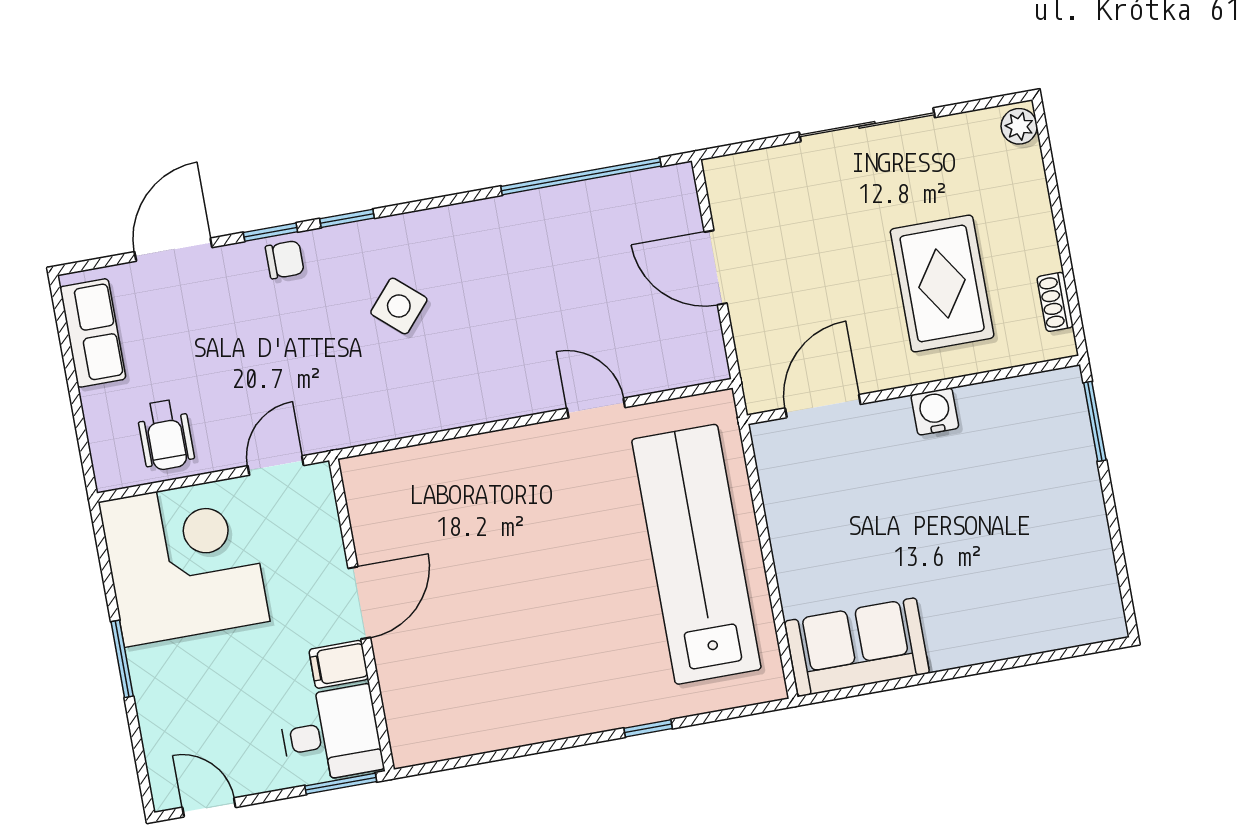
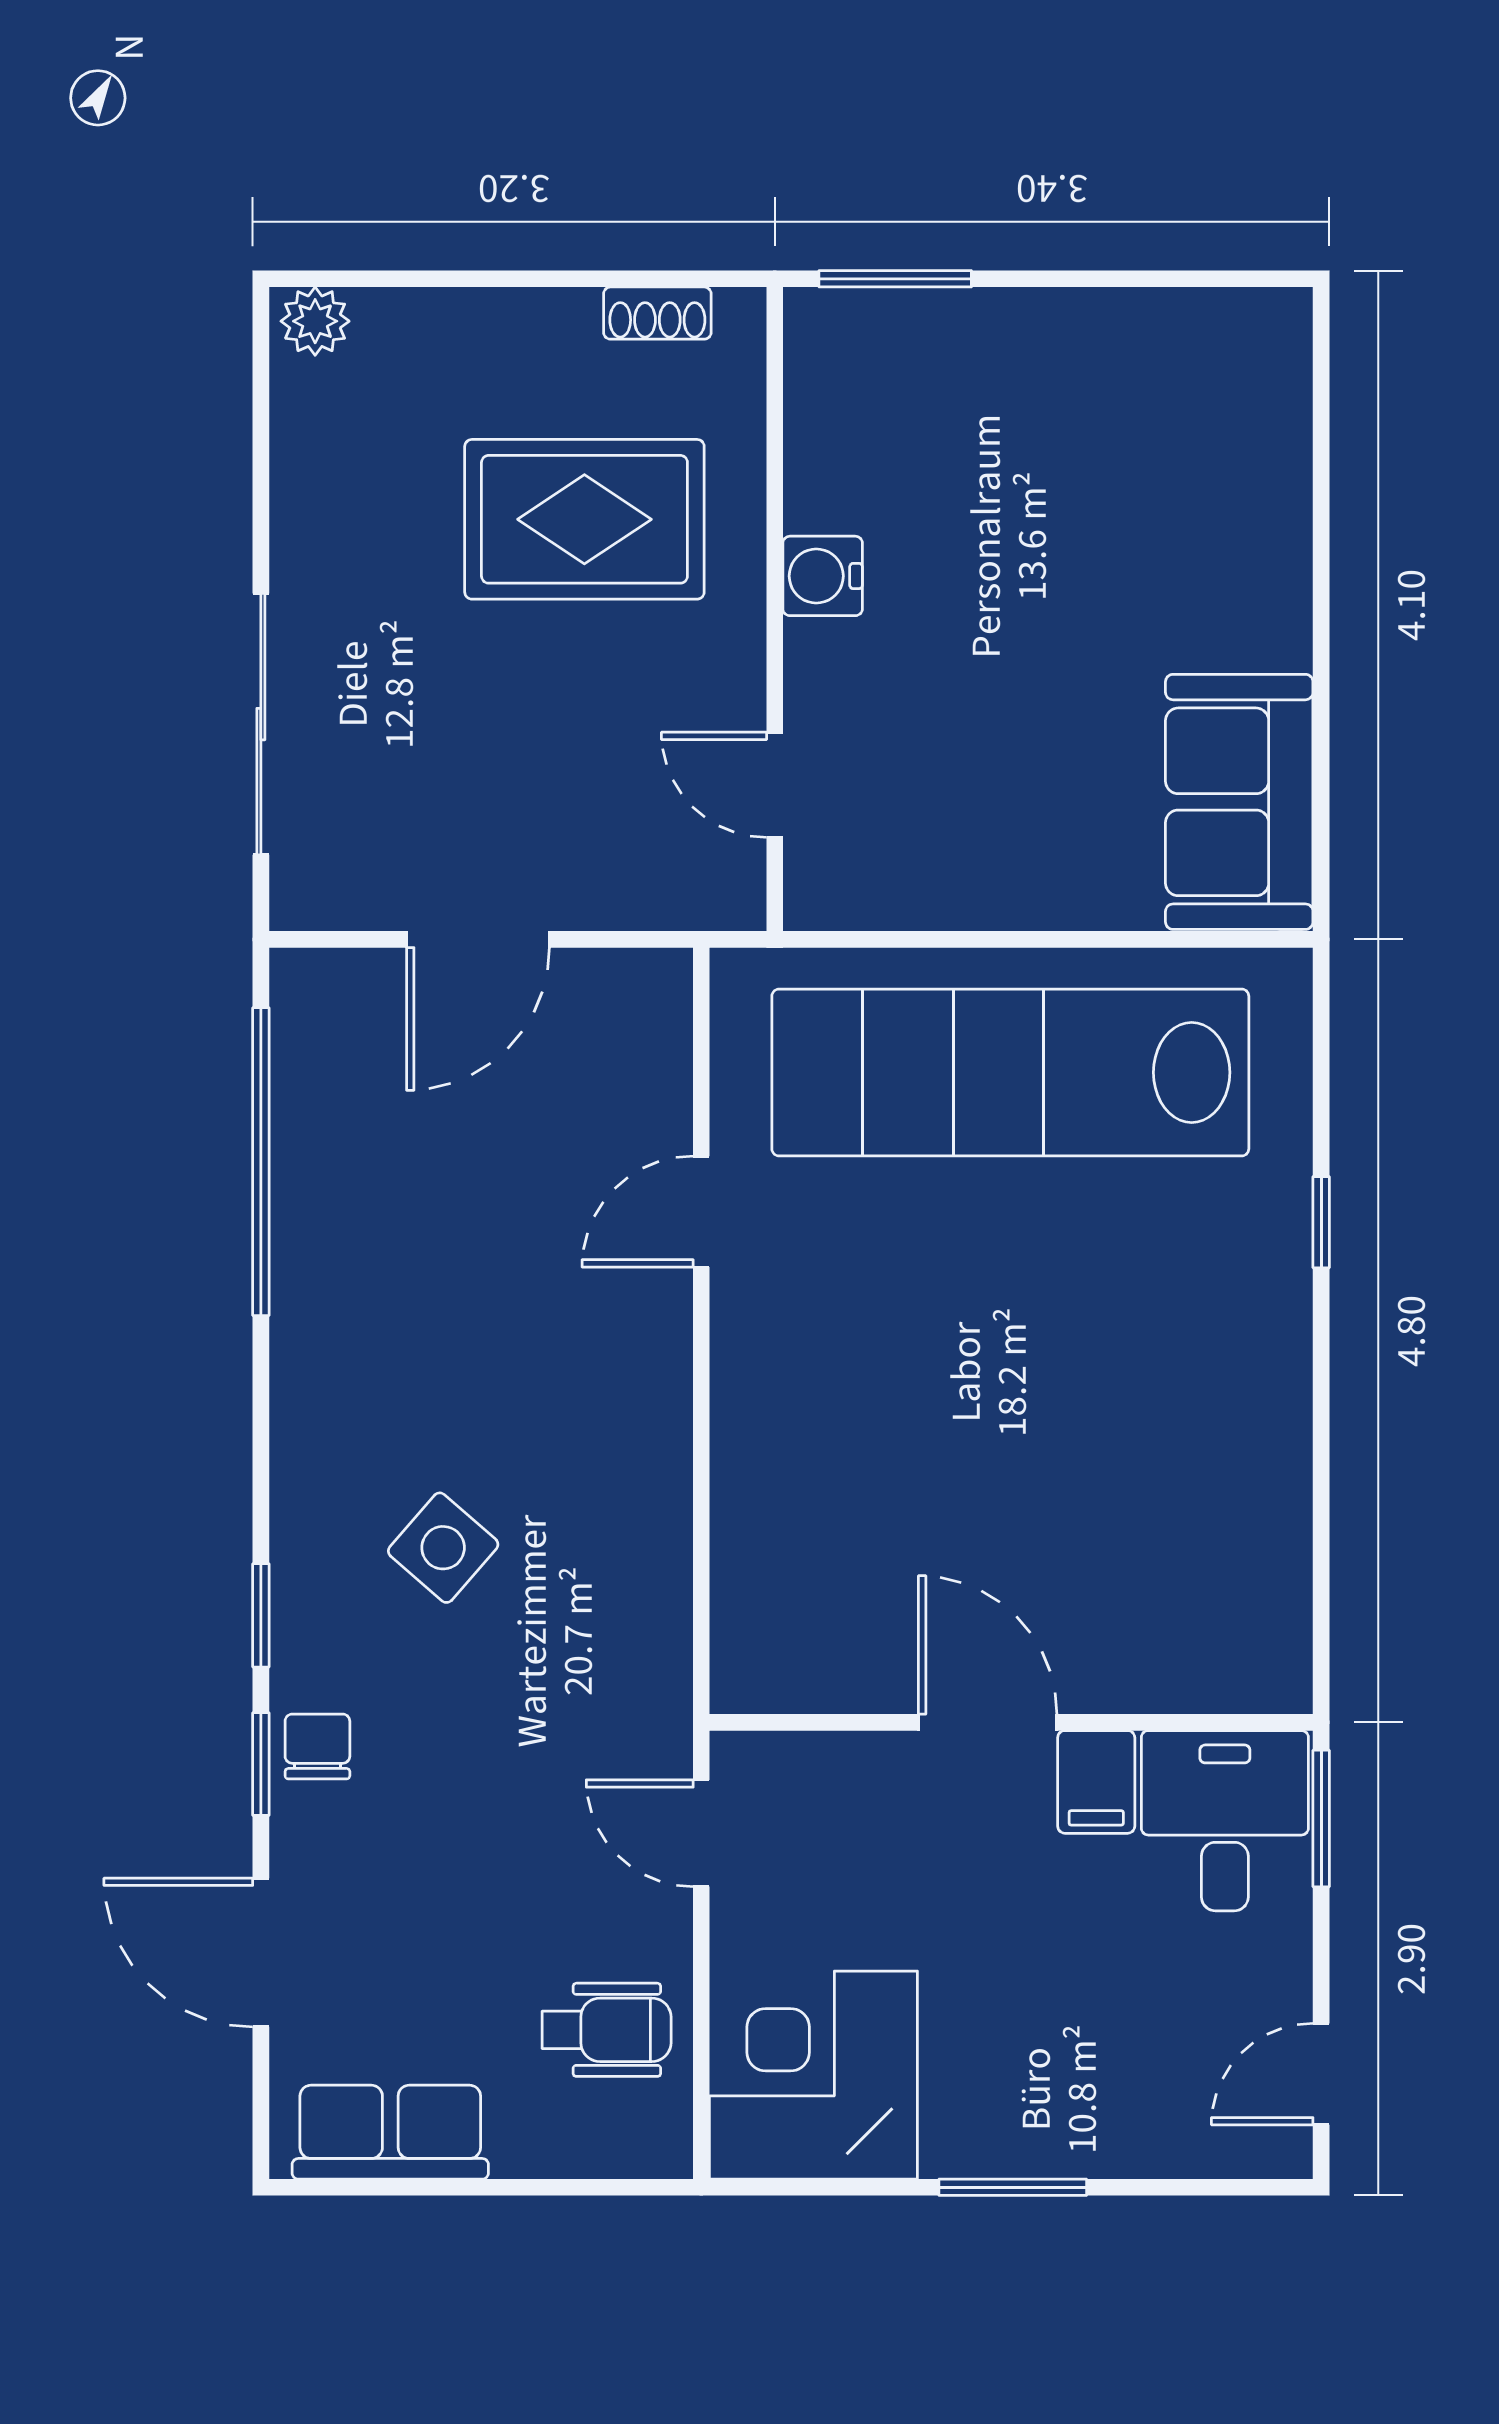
sliding door: (867, 125) -> (261, 724), moved
door: (823, 406) -> (775, 785), width x0.73
corner desk: (184, 562) -> (813, 2075), width x0.74, depth x0.74

